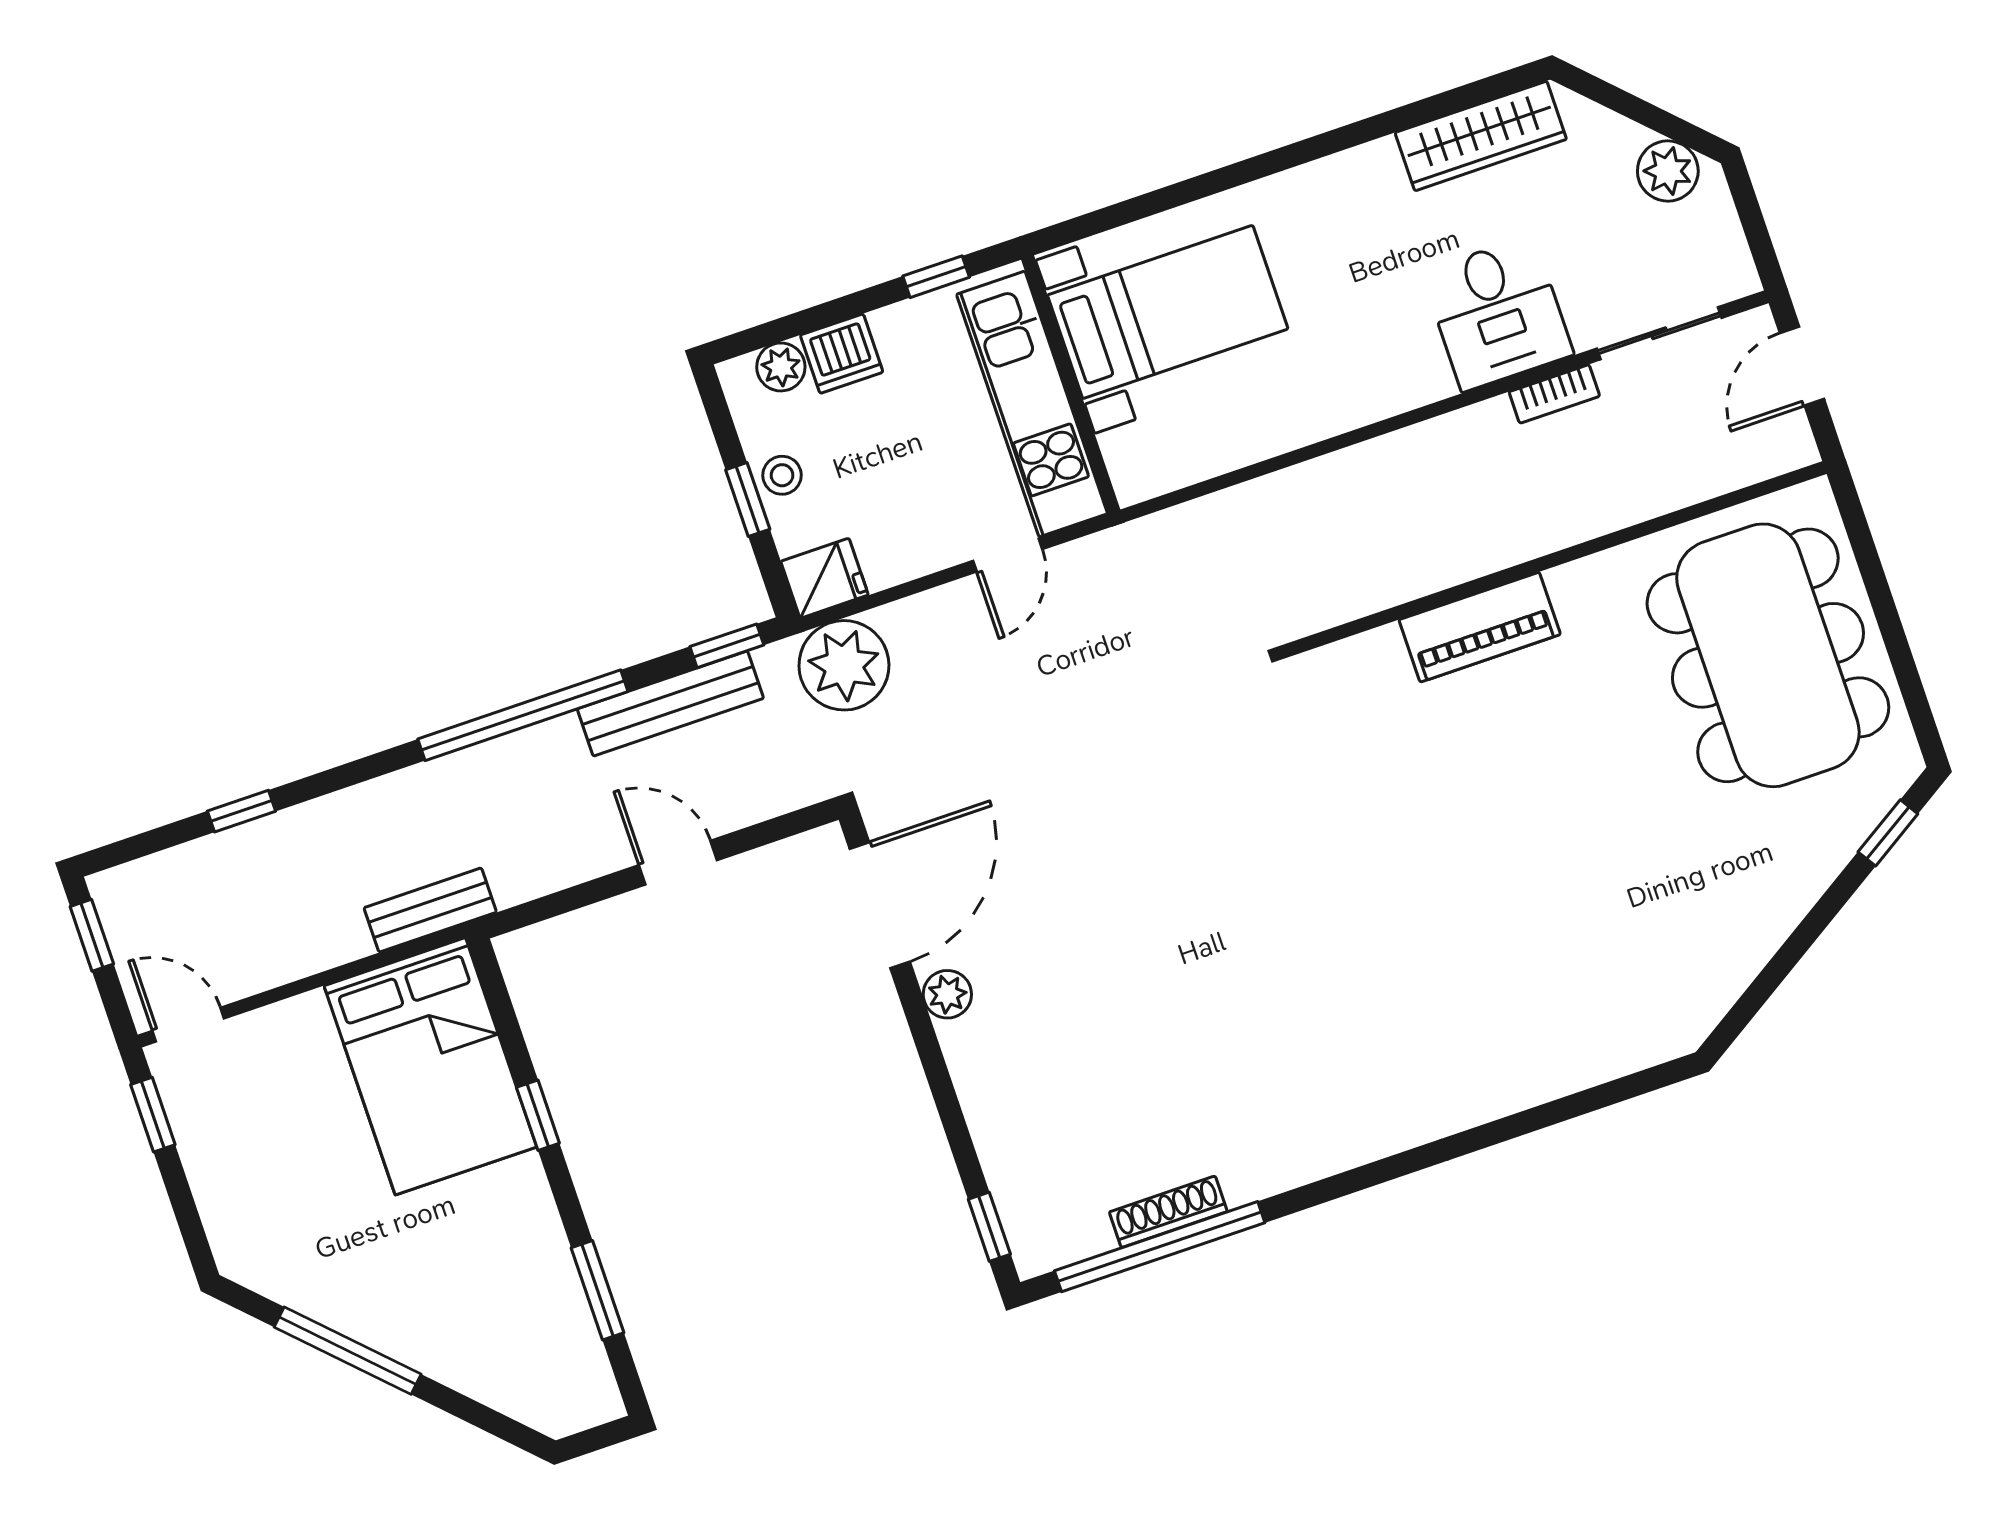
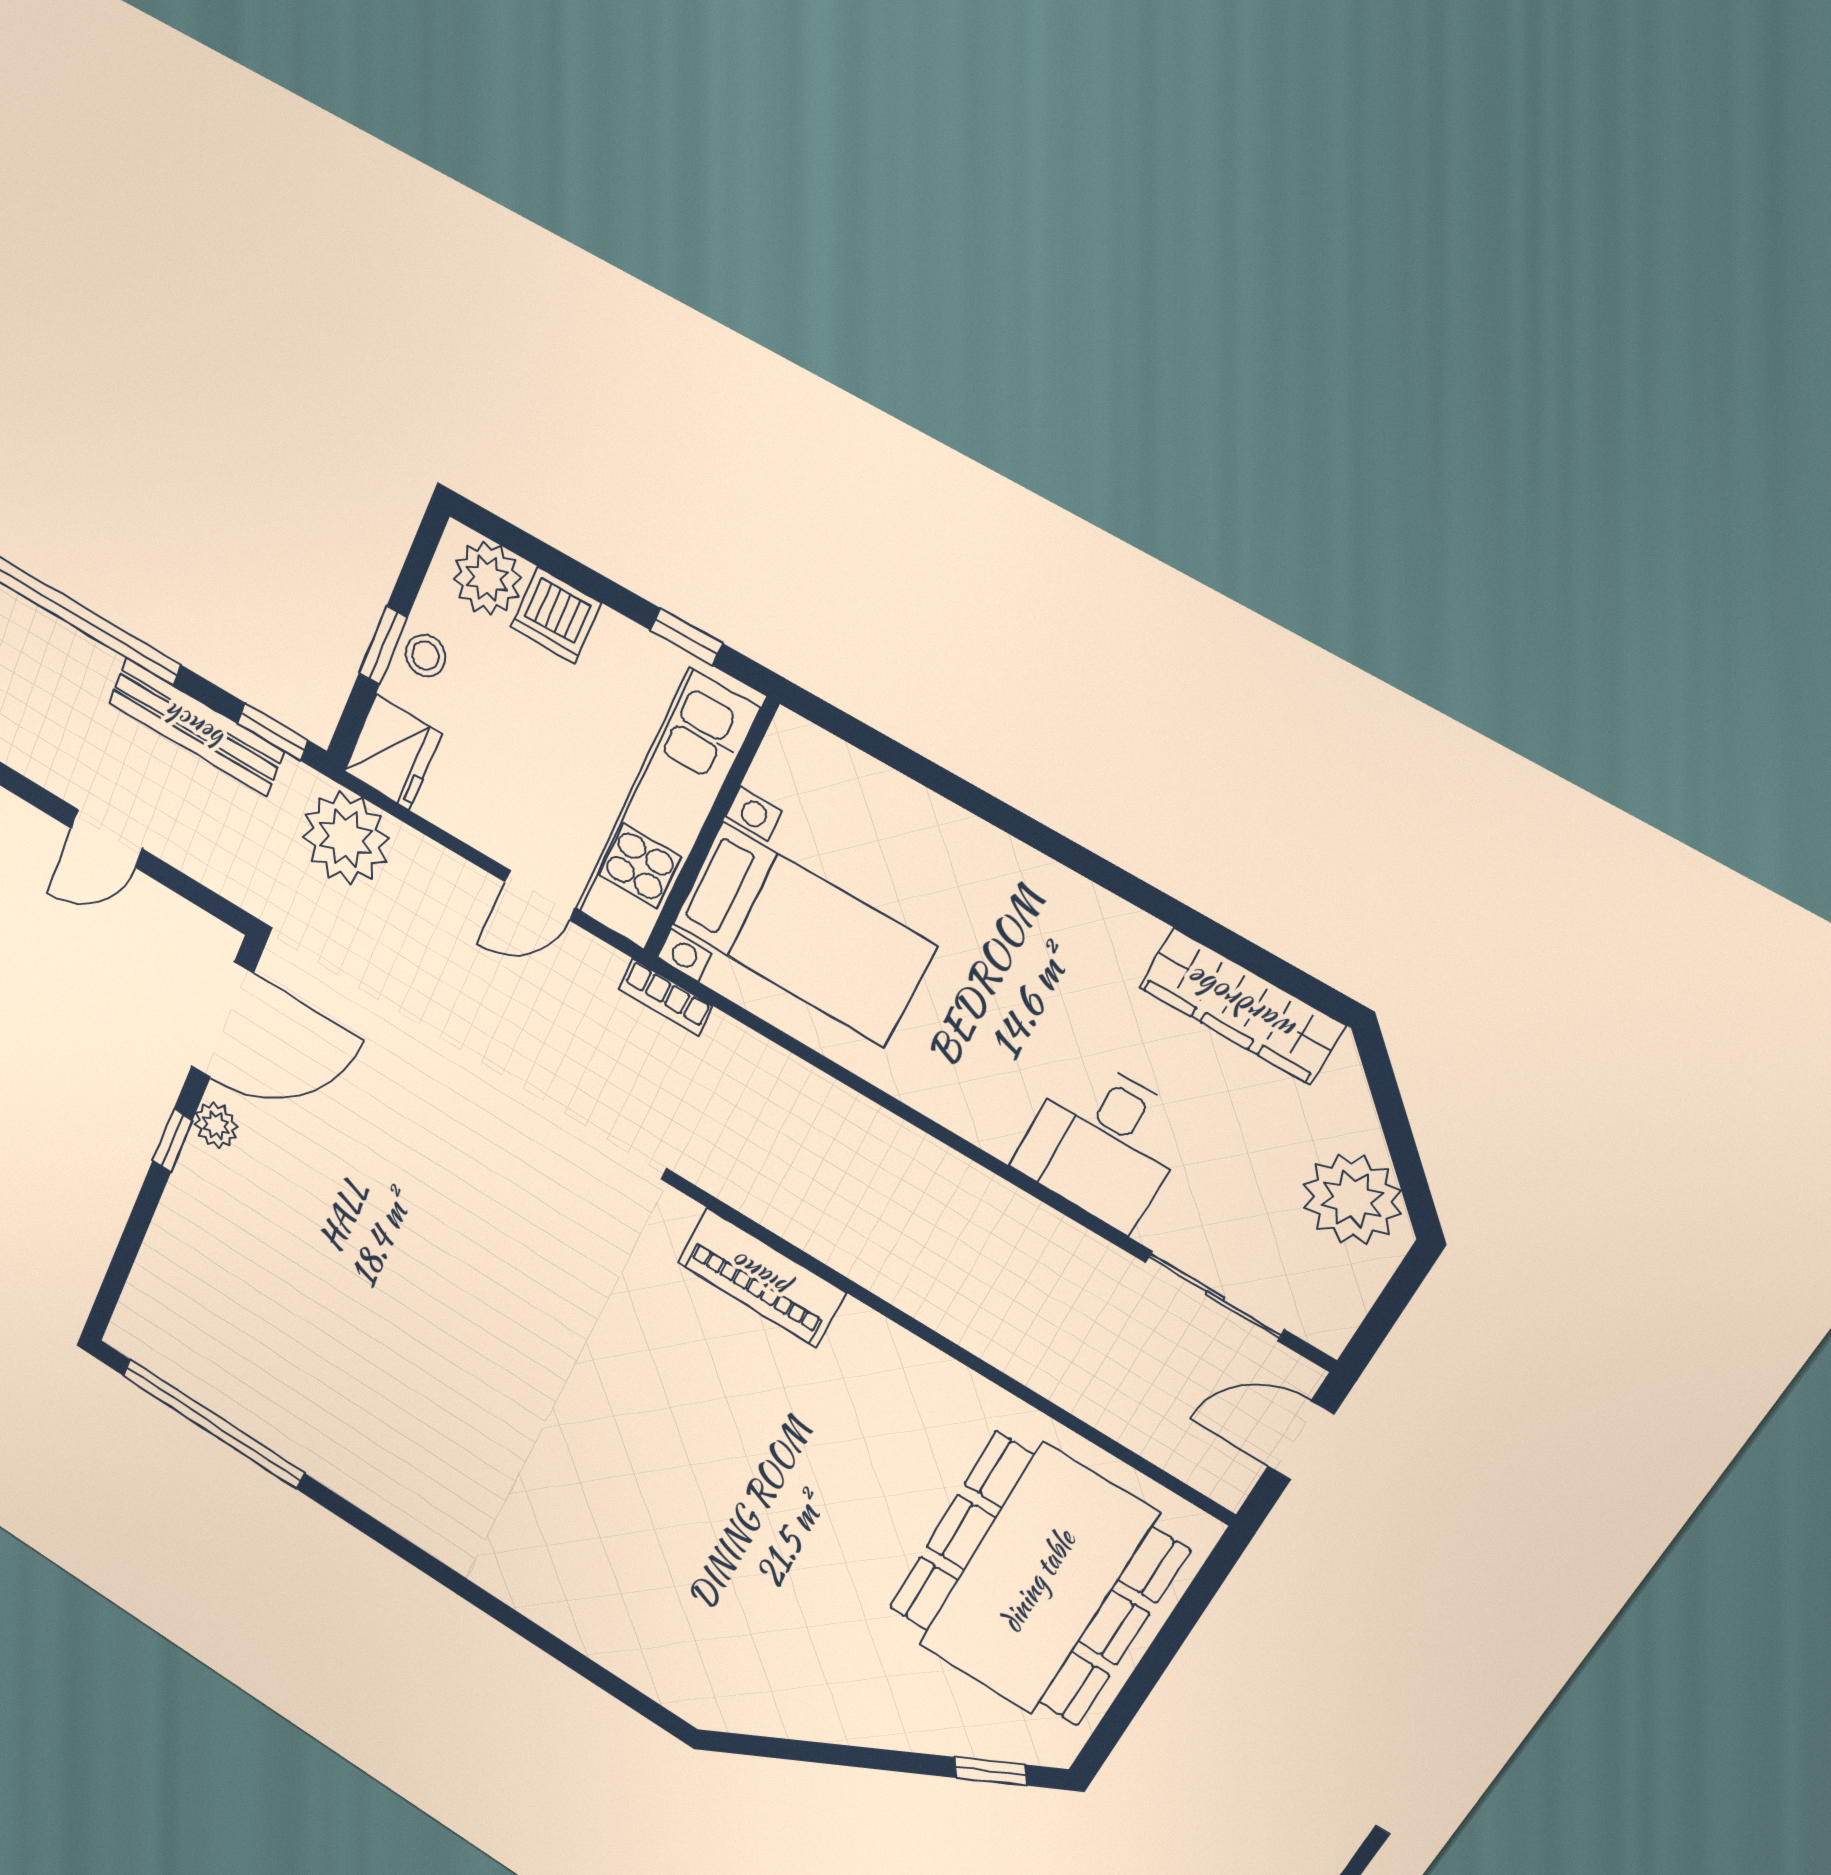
plant: (1668, 171) -> (1352, 1199), width x1.36, depth x1.36
bed with nightstands: (1168, 312) -> (803, 935), moved
plant: (781, 367) -> (487, 578), width x1.38, depth x1.38
bookcase: (1554, 394) -> (666, 997), moved
fridge: (824, 578) -> (393, 752), width x1.38
piano: (1480, 627) -> (762, 1277), moved
door: (678, 863) -> (107, 839), swing flipped
shoe rack: (1168, 1212) -> (239, 1412), removed
window: (989, 1227) -> (173, 1140), moved

